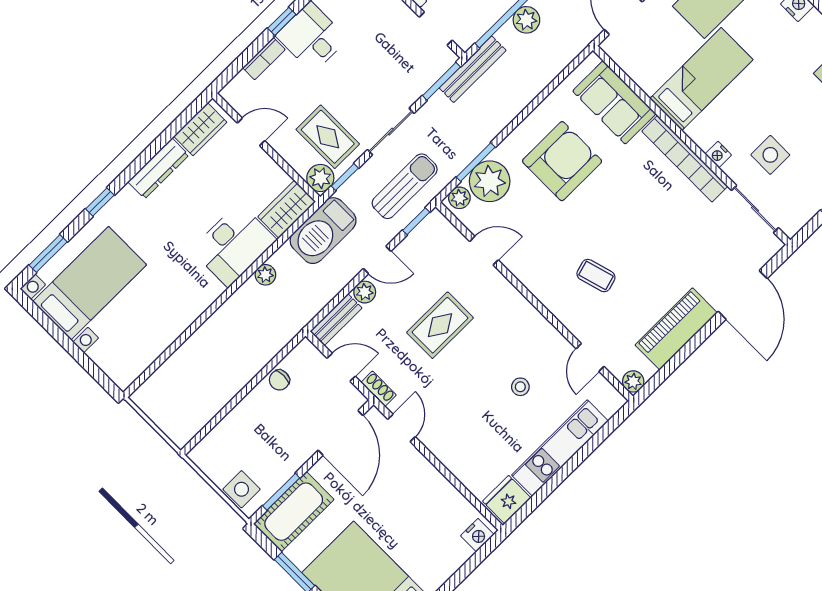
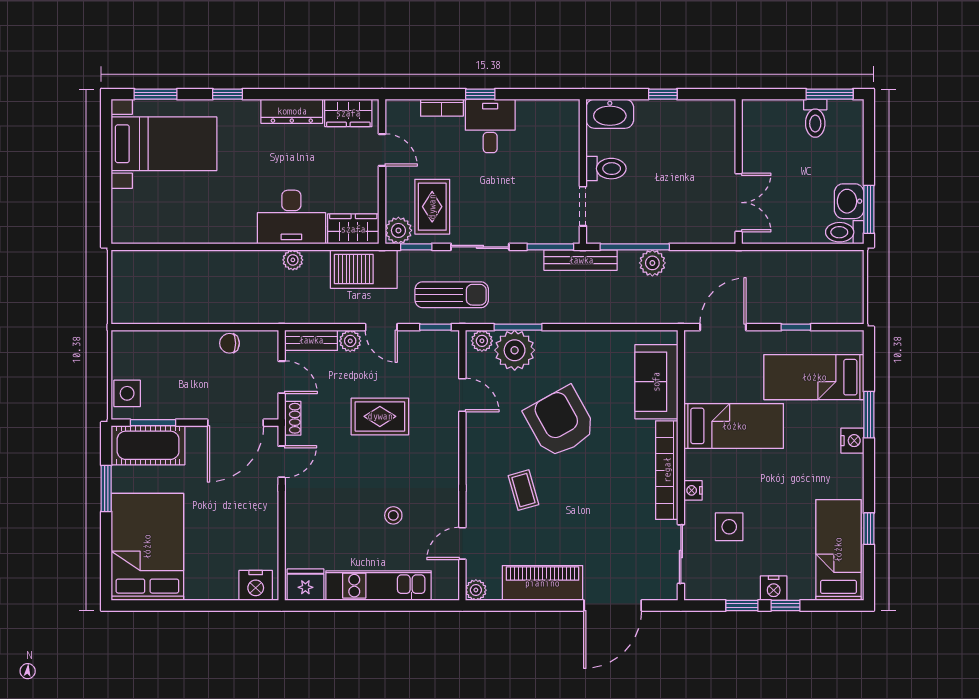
armchair: (562, 161) -> (560, 422), moved, turned -119
nightstand: (477, 535) -> (256, 585), width x1.36, depth x1.33

